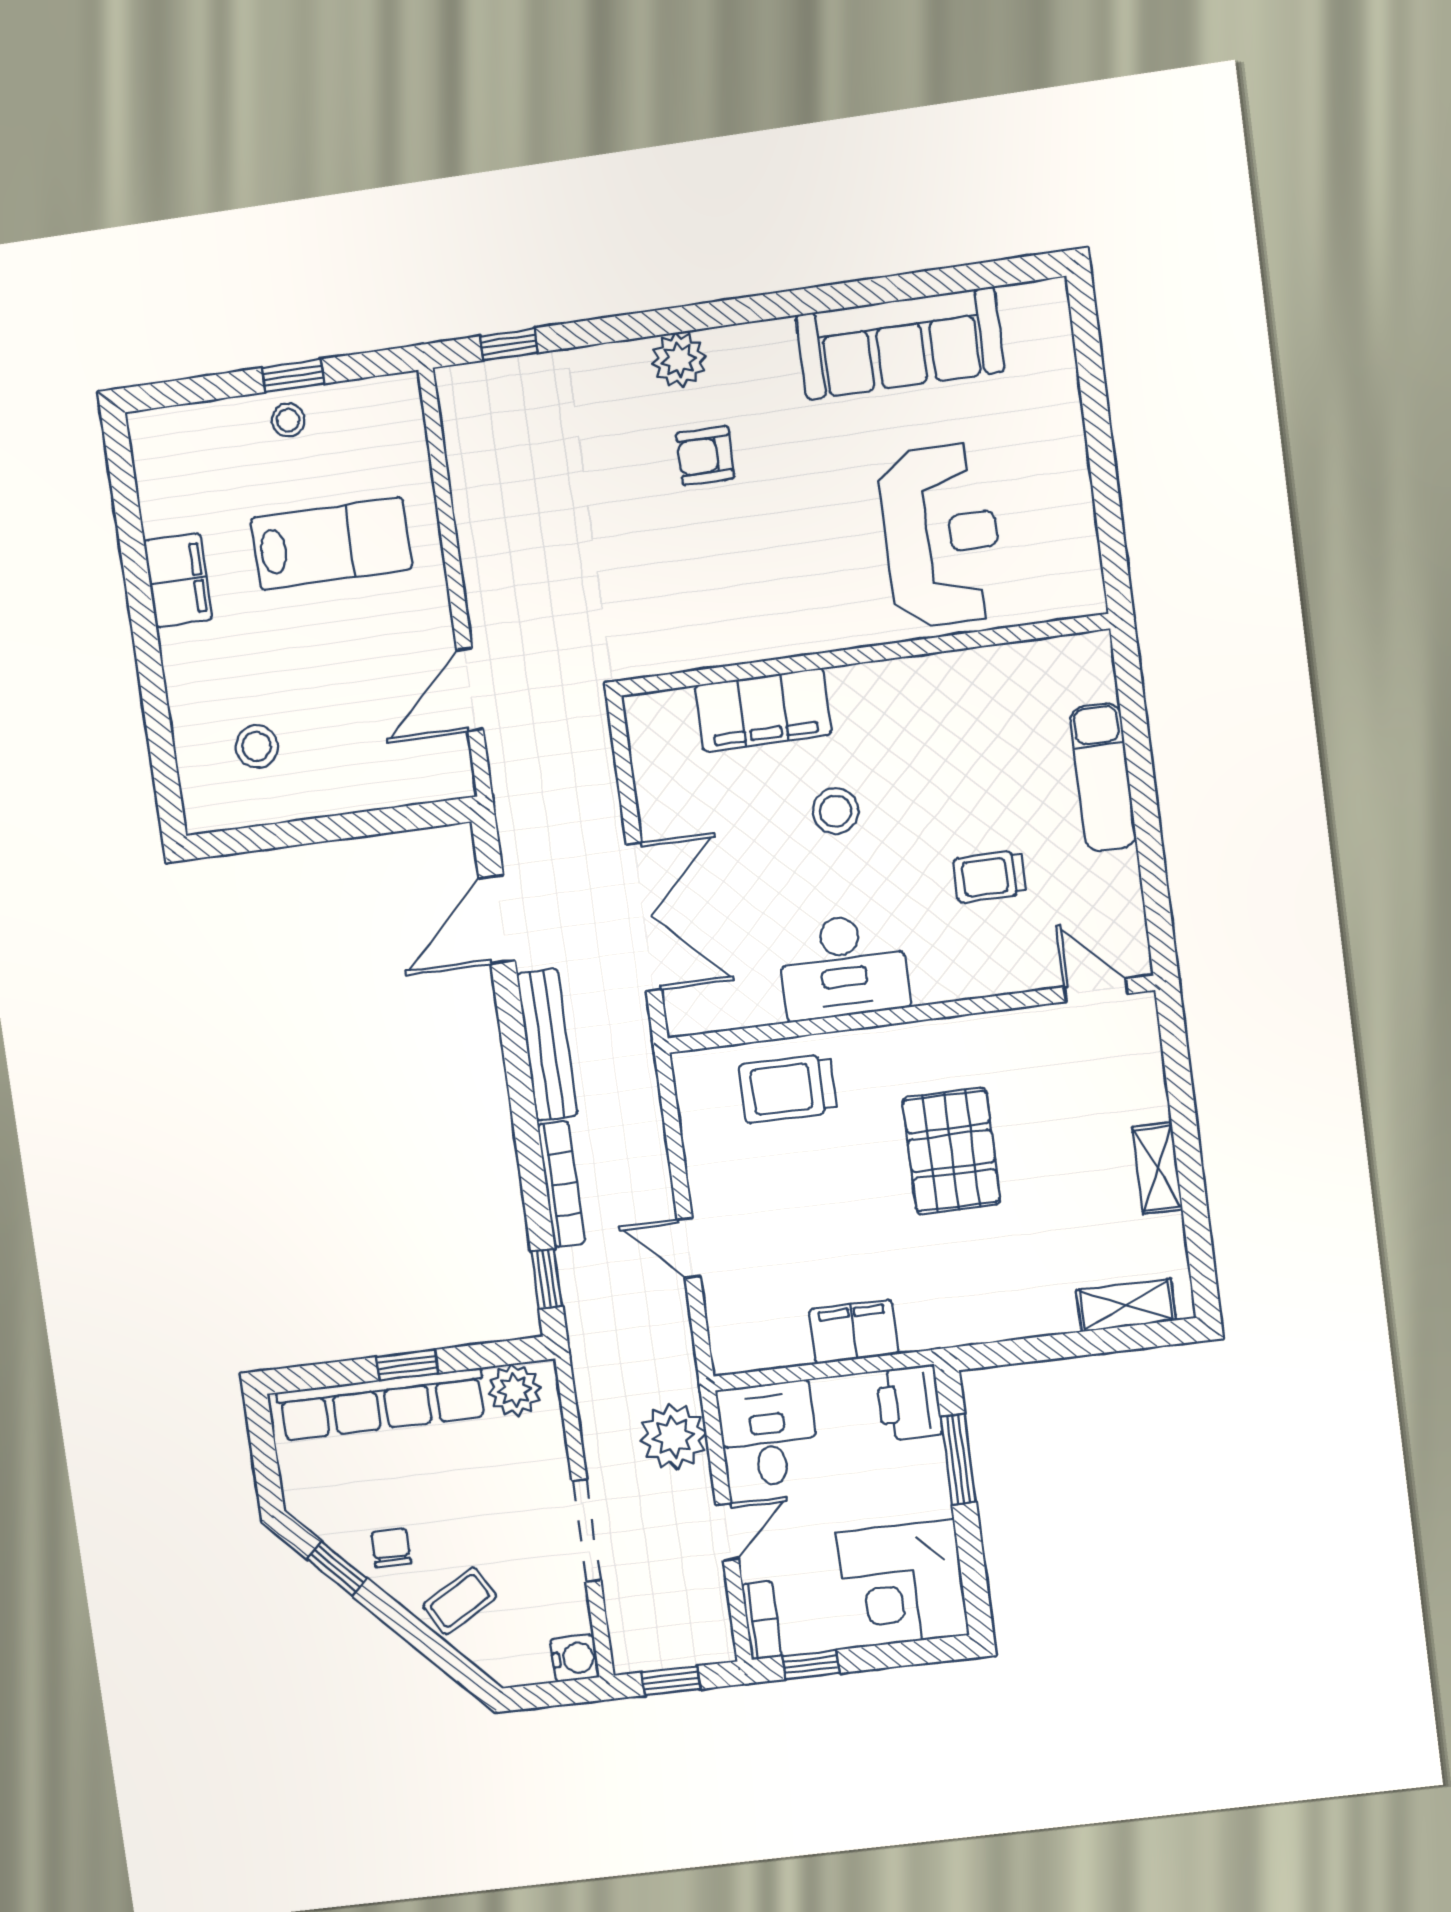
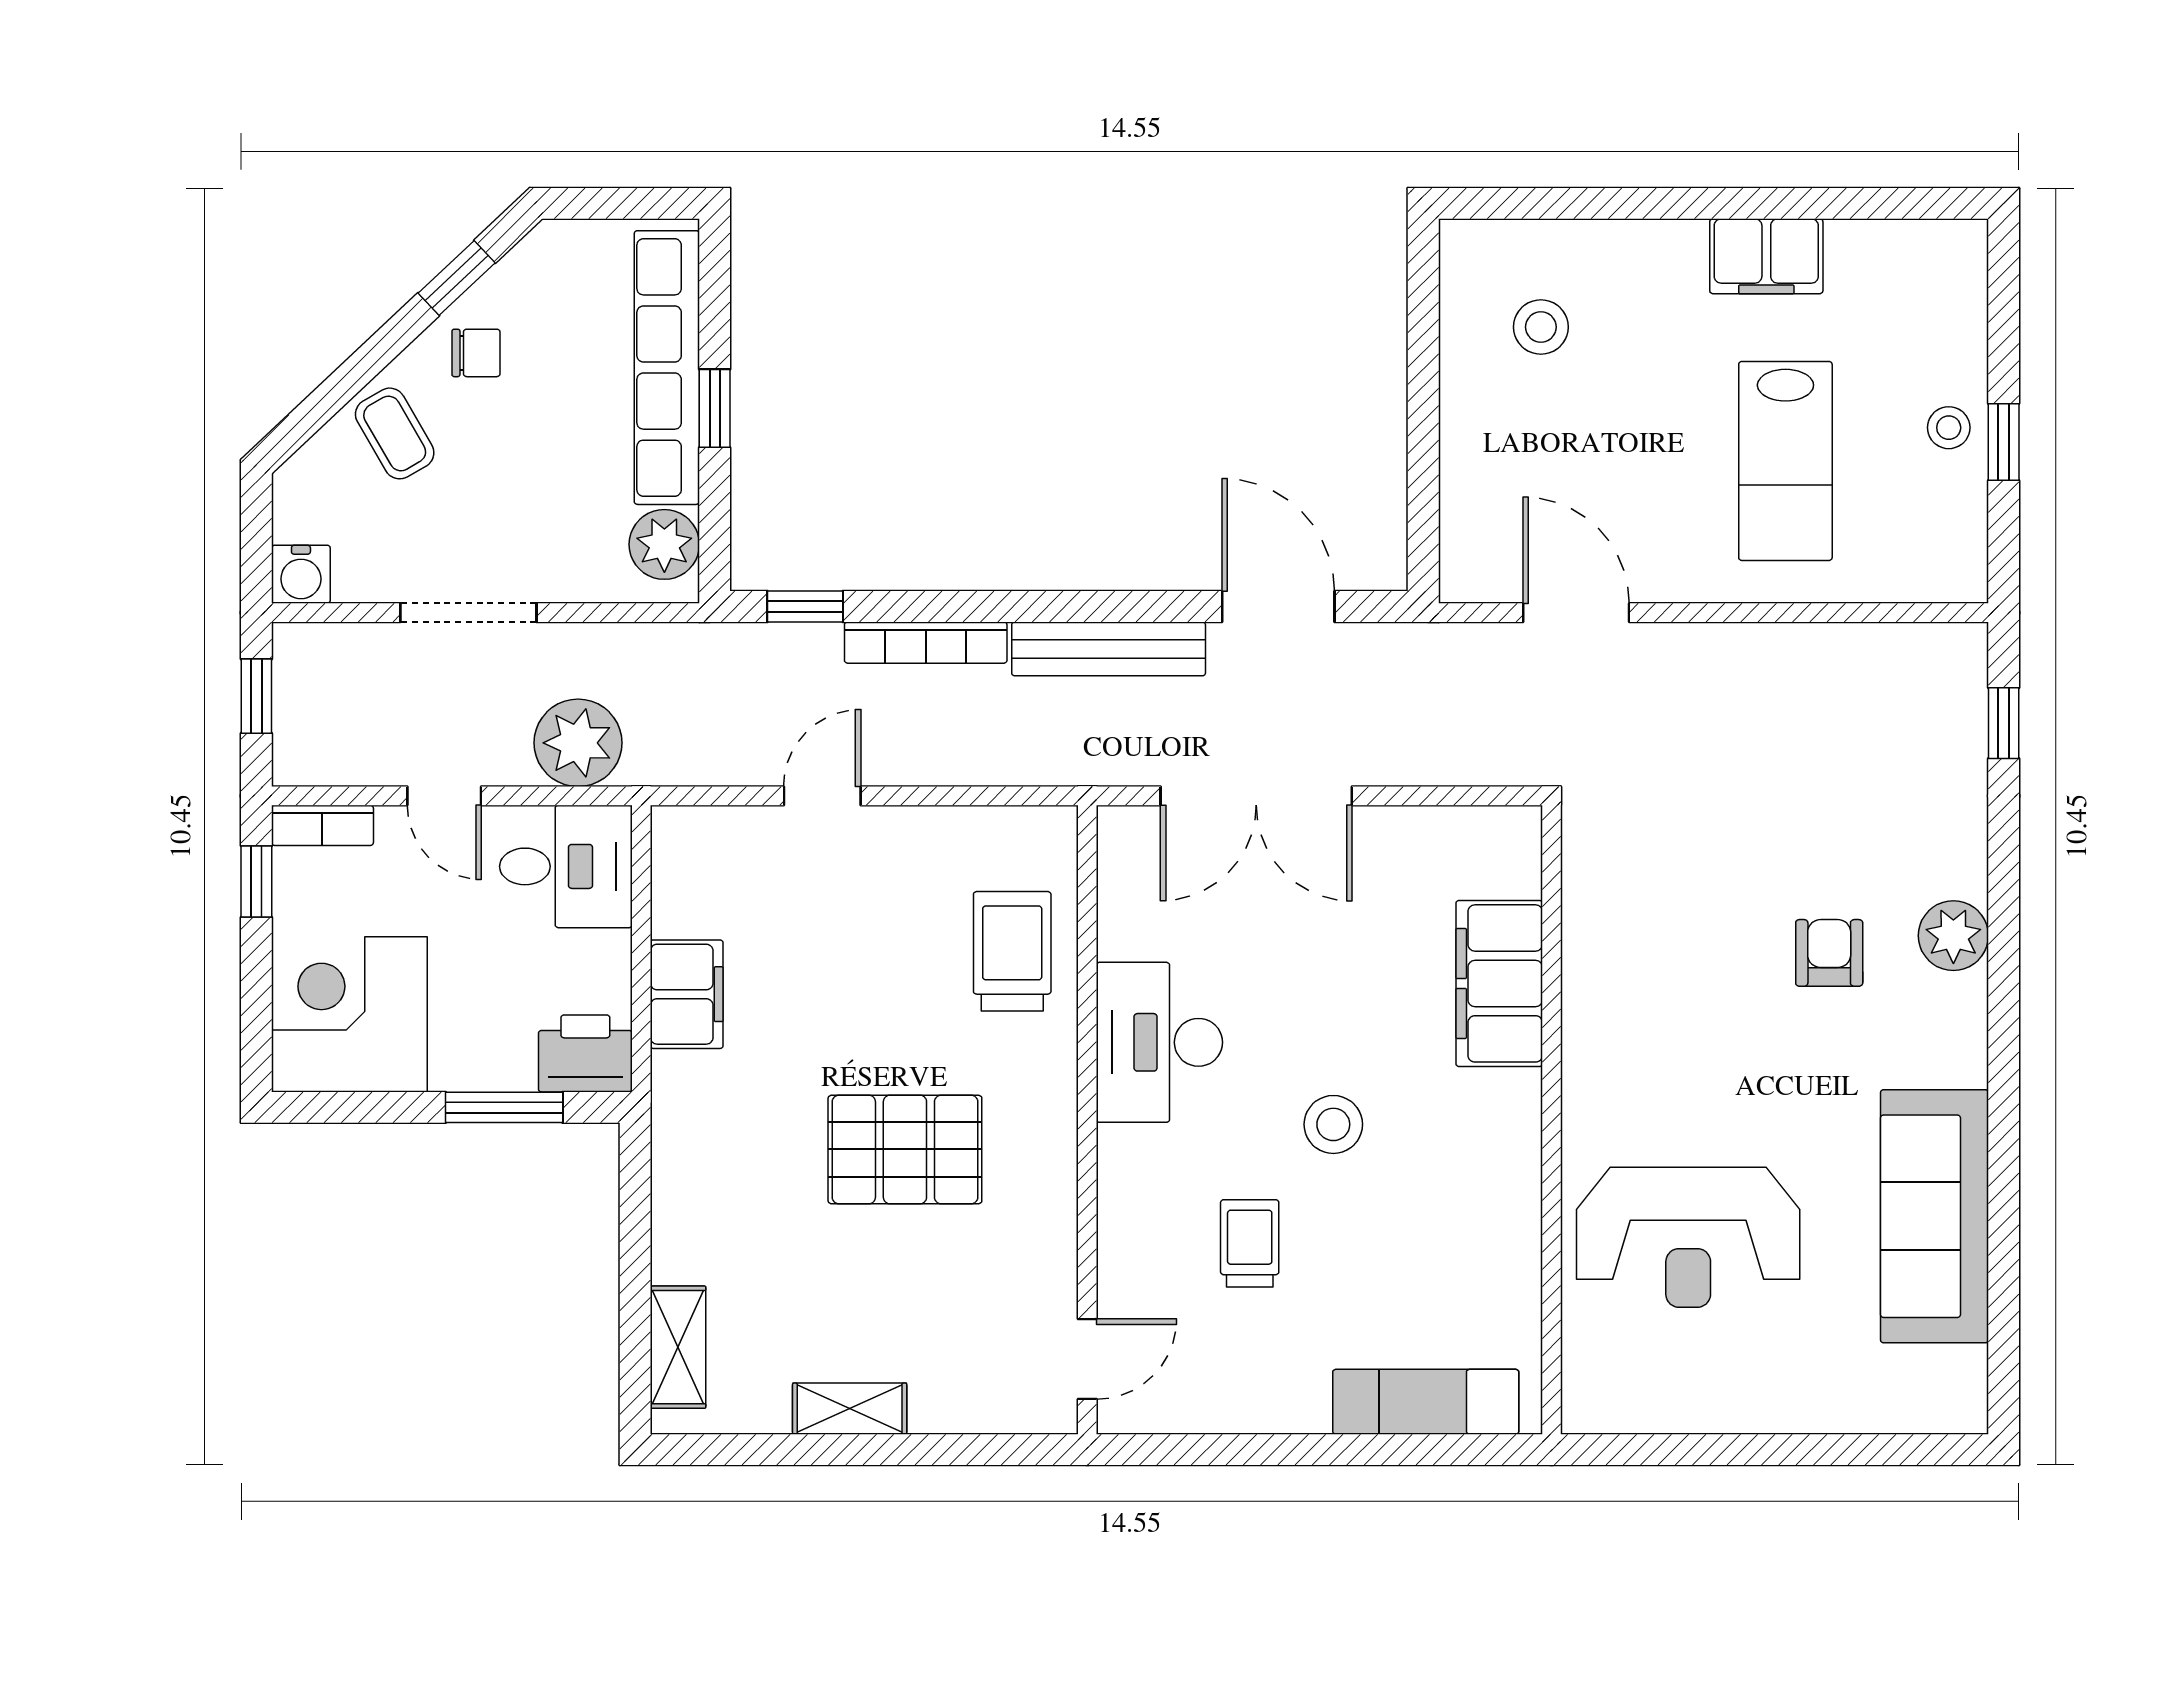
exam couch: (1103, 777) -> (1426, 1402), moved
stool: (835, 811) -> (1333, 1124), moved

